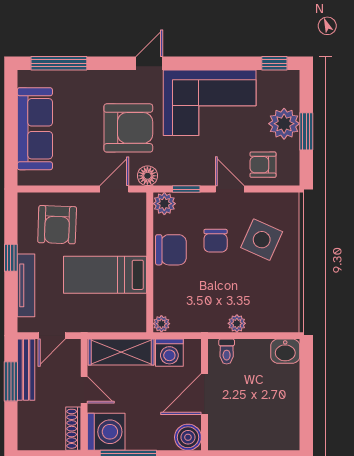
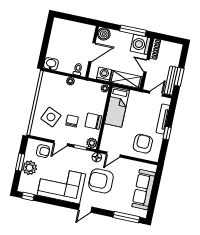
door: (230, 189) -> (61, 143), hinge flipped
bed: (105, 275) -> (117, 107), moved, turned 90

